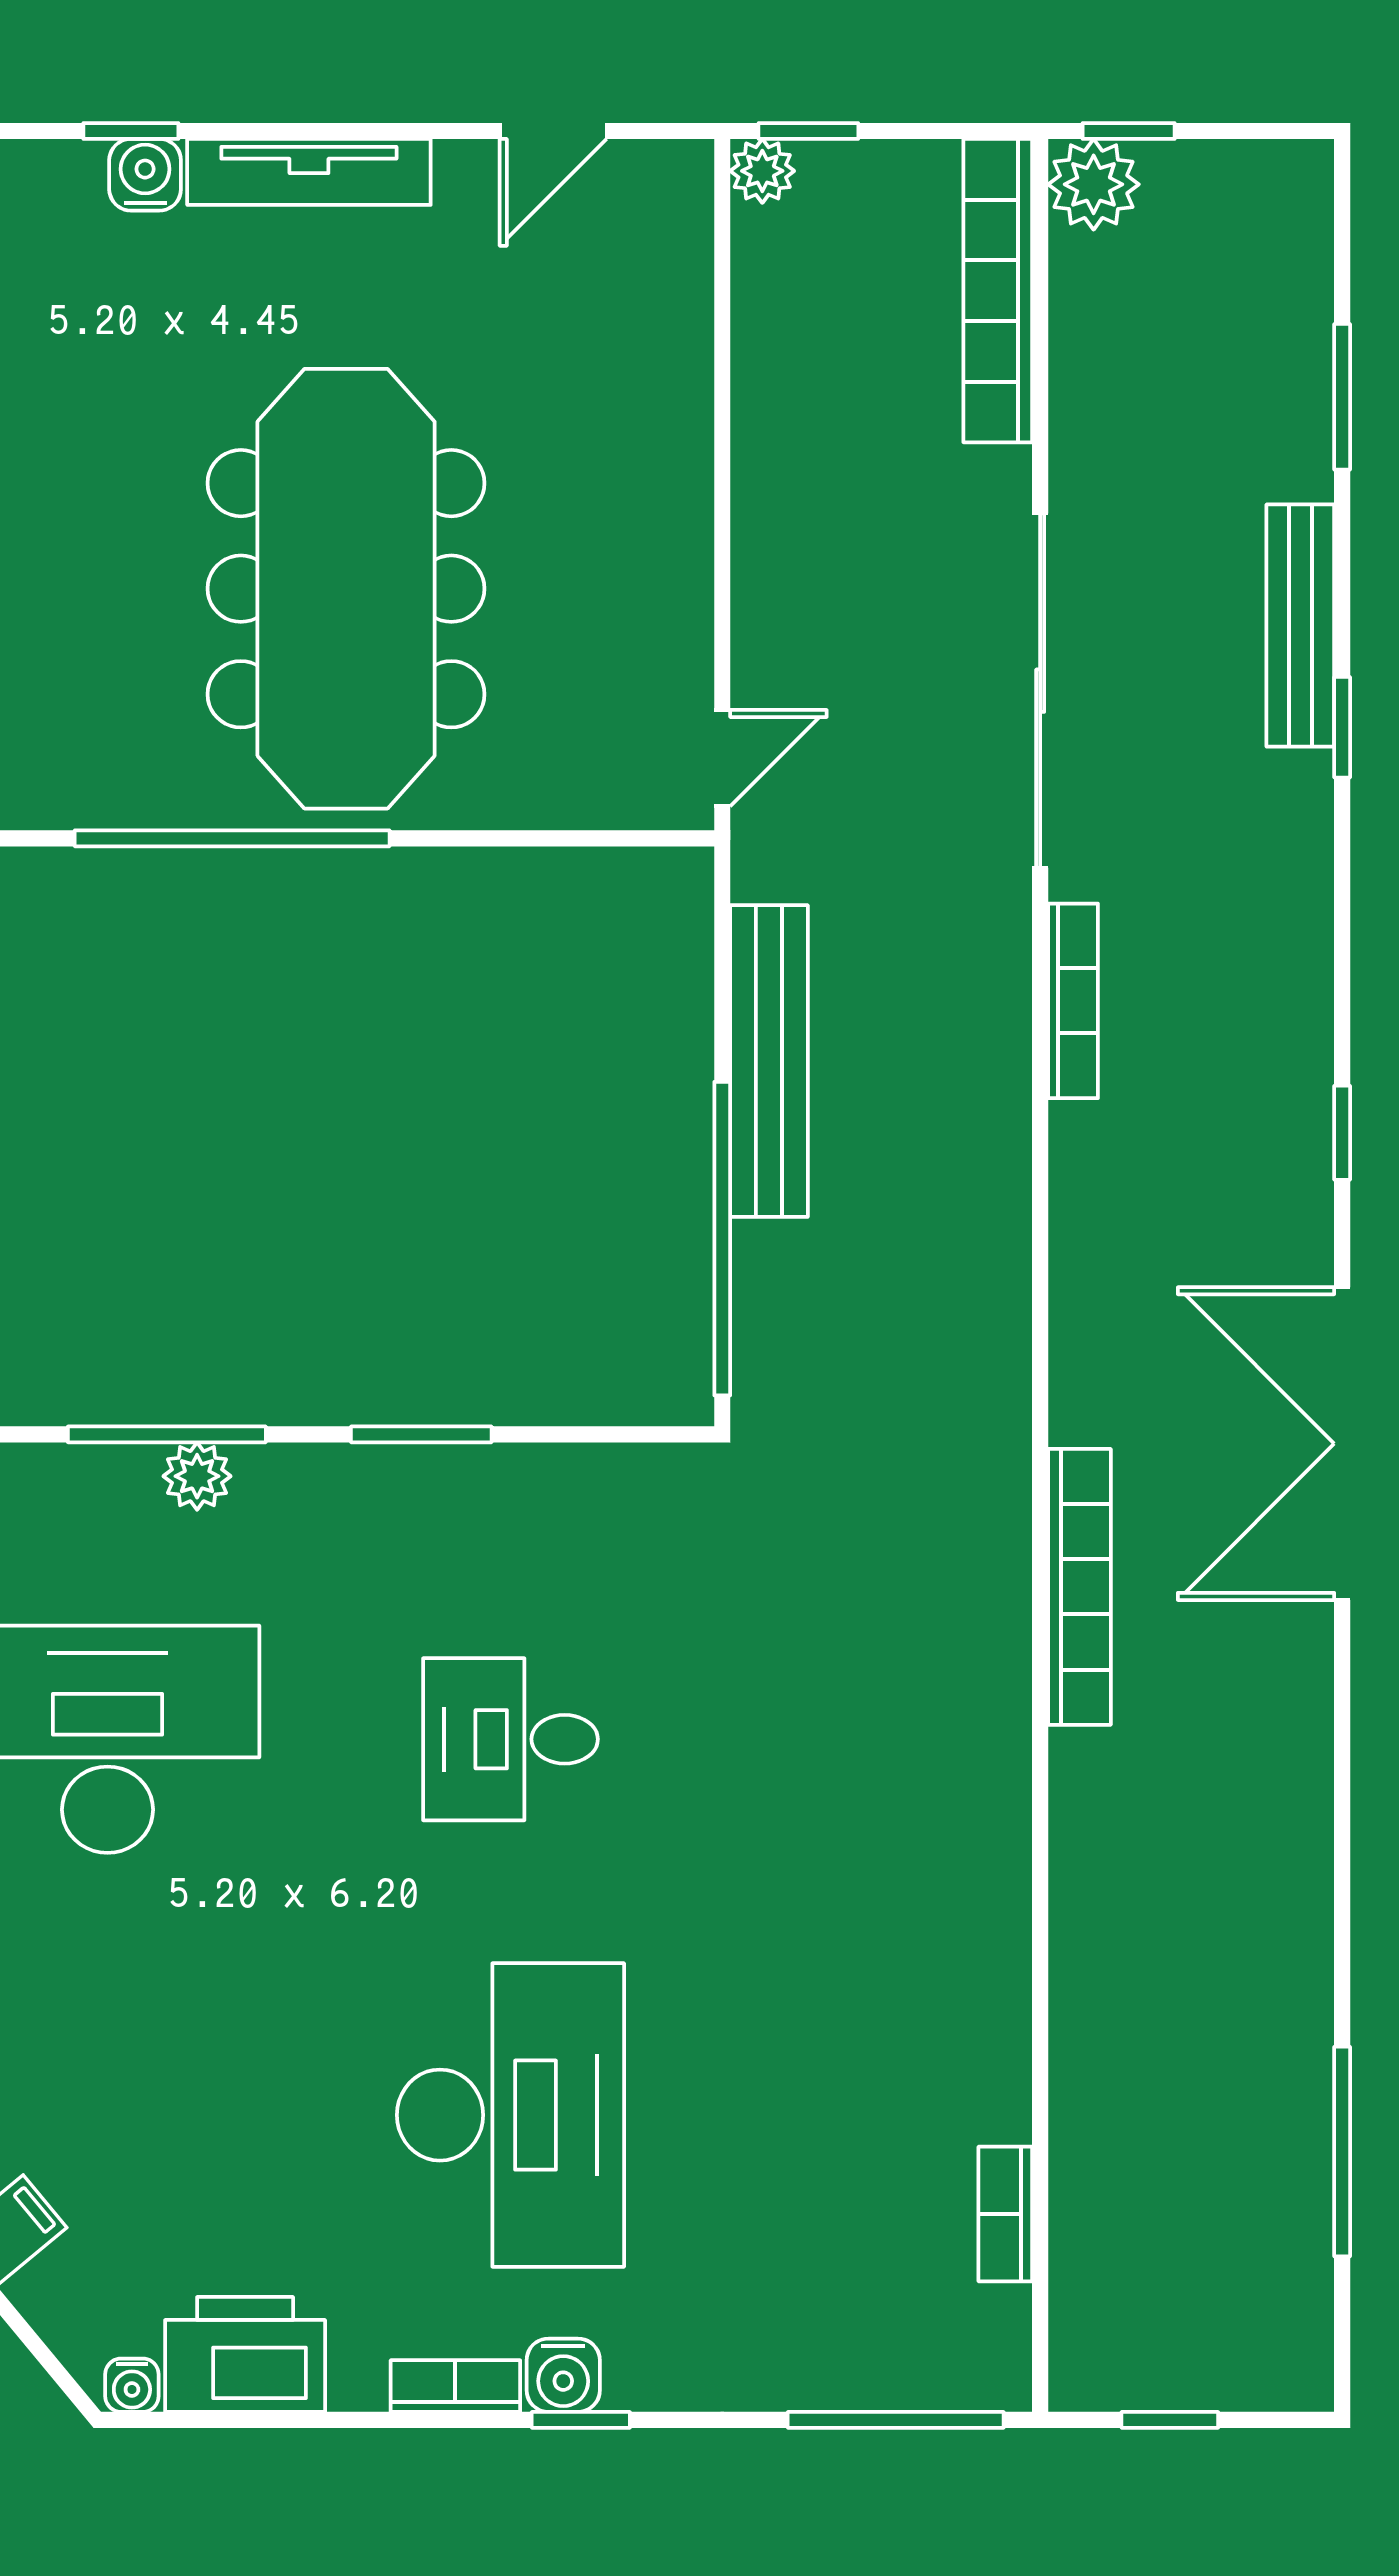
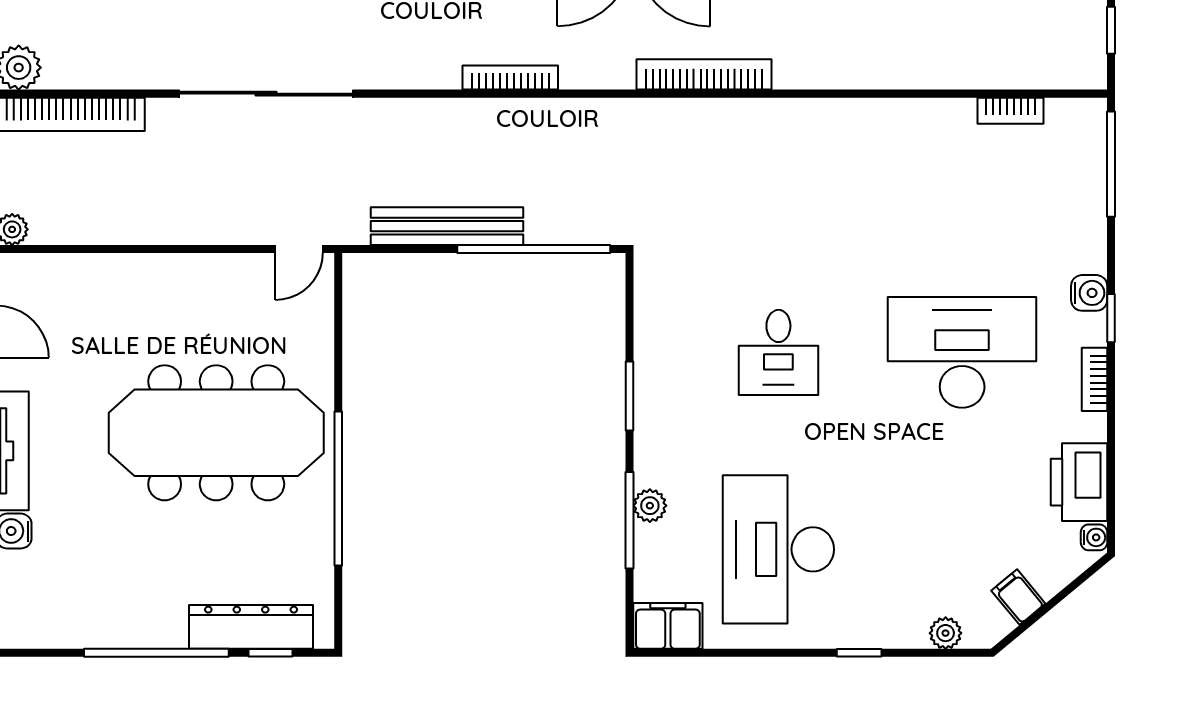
door: (722, 758) -> (299, 249), swing flipped
bookcase: (1073, 1001) -> (510, 78), moved
water cooler: (563, 2375) -> (1089, 293), moved

